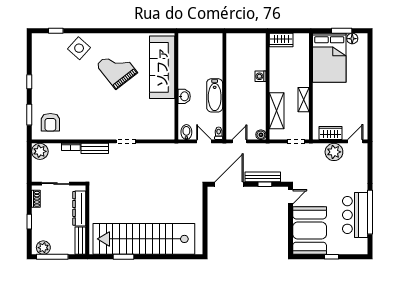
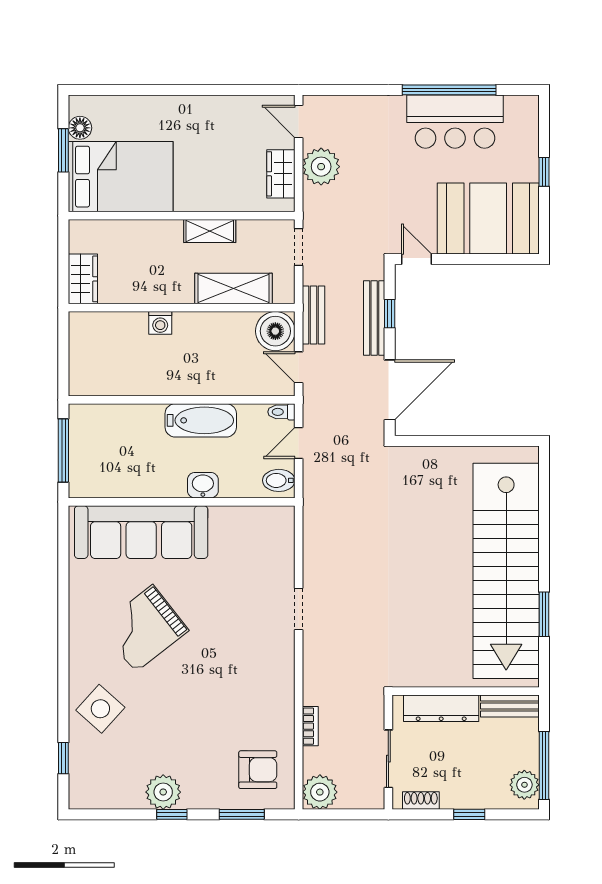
window: (200, 31) -> (63, 450), added
plant: (40, 78) -> (163, 792), added
boiler: (261, 135) -> (275, 331), width x1.86, depth x1.86
bench: (95, 148) -> (314, 315), moved
door: (229, 184) -> (390, 390), swing flipped

